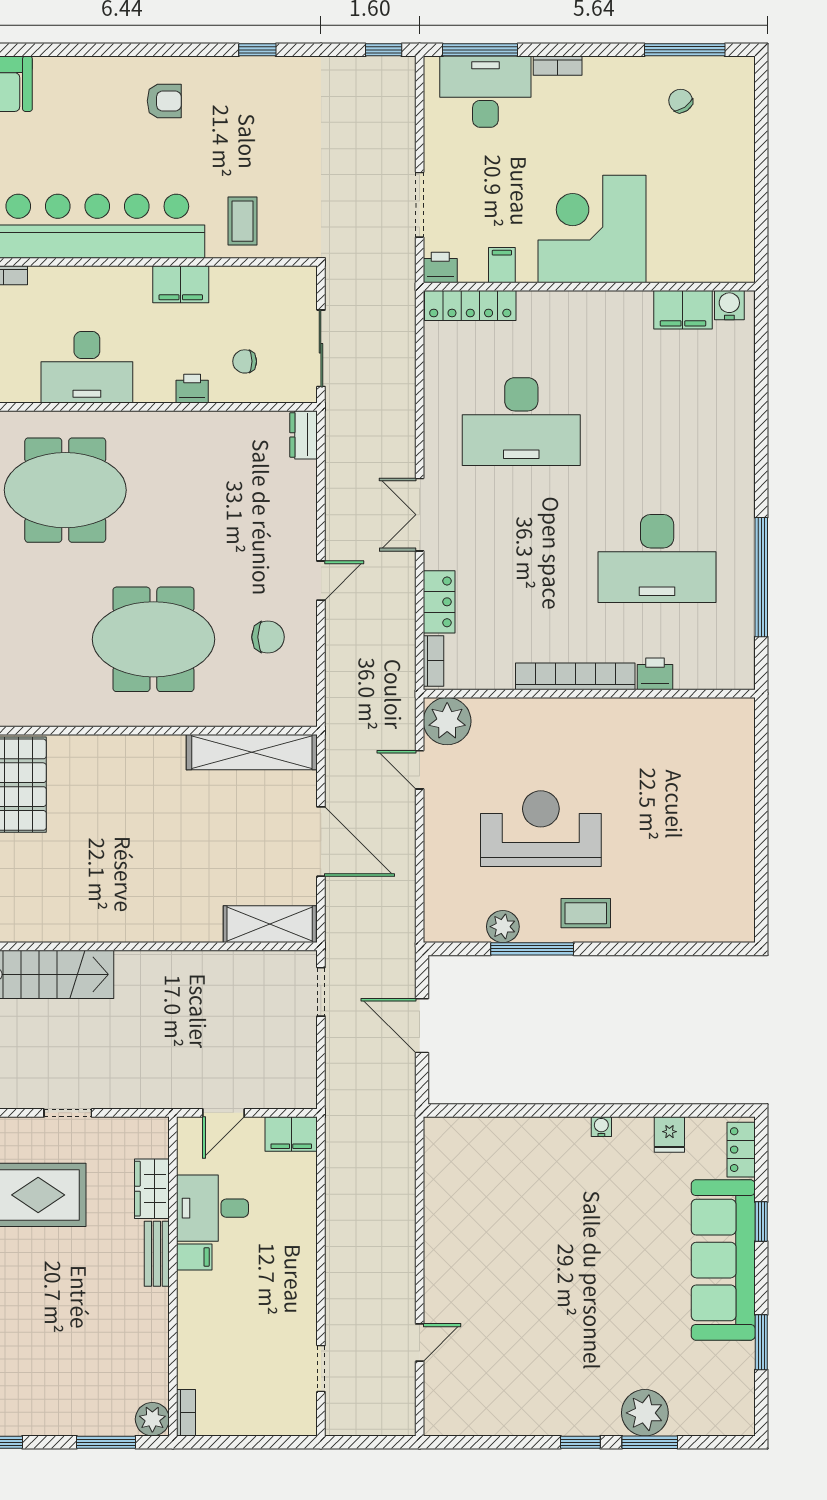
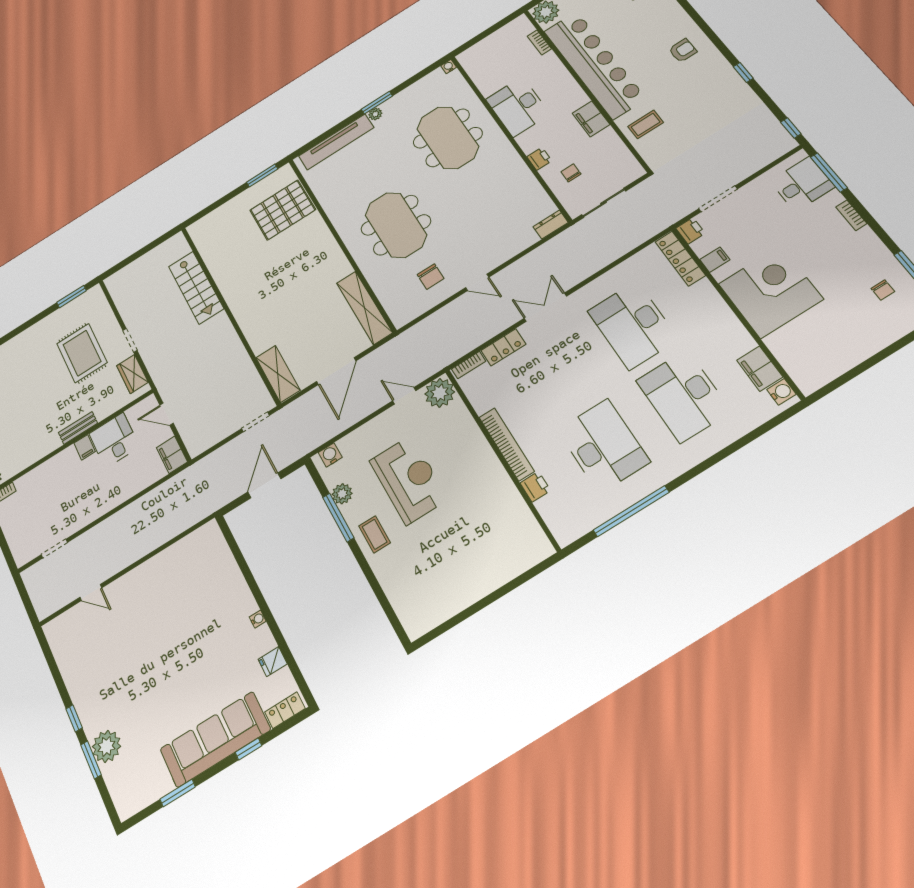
desk: (485, 92) -> (802, 184), width x0.73
armchair: (164, 101) -> (683, 51), turned -90
chair: (681, 101) -> (883, 290), turned 124
desk: (657, 422) -> (684, 396), added
desk: (657, 559) -> (603, 446), turned 180
door: (420, 770) -> (404, 396), hinge flipped
water cooler: (438, 914) -> (330, 455), added
wardrobe: (152, 1189) -> (132, 374), moved, turned -90

